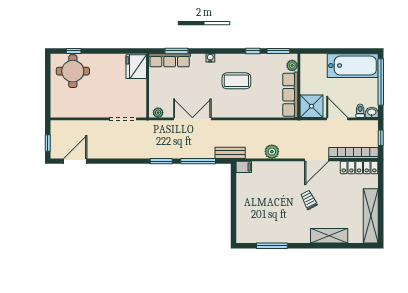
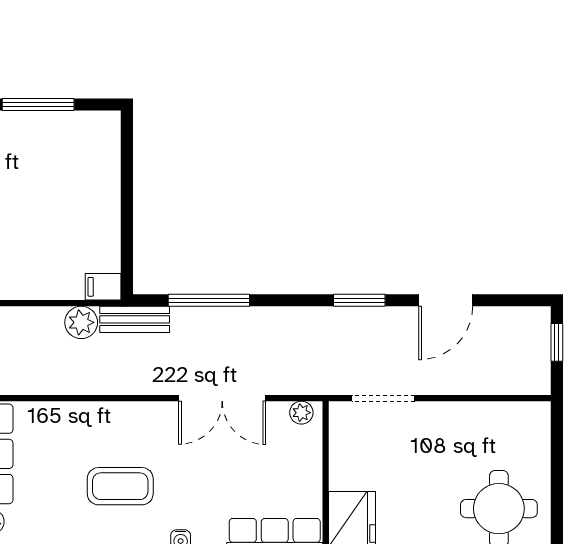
plant: (272, 152) -> (81, 322), moved
door: (75, 161) -> (446, 300), moved
window: (161, 161) -> (359, 300), moved

